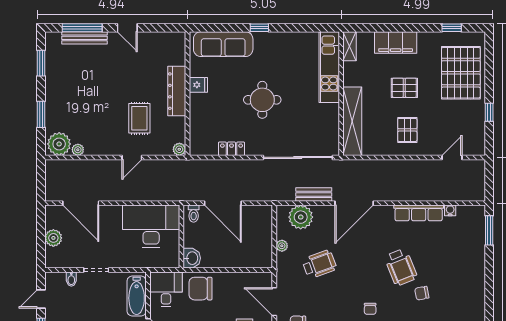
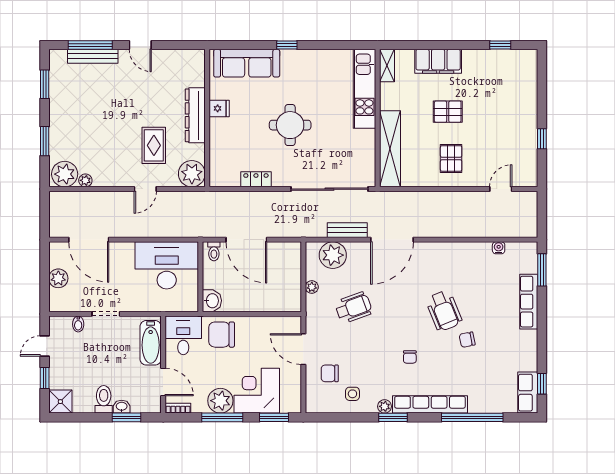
pallet: (461, 73) -> (511, 95), removed
plant: (179, 149) -> (192, 174), width x1.88, depth x1.88
row of seats: (419, 213) -> (529, 302), moved, turned 90

